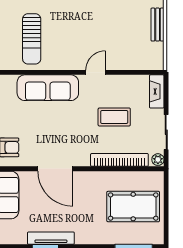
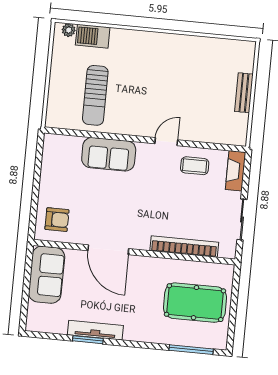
sofa: (48, 88) -> (109, 154), width x0.73
coffee table: (114, 117) -> (195, 166), moved, width x0.73, depth x0.77
plant: (158, 160) -> (229, 251), removed

